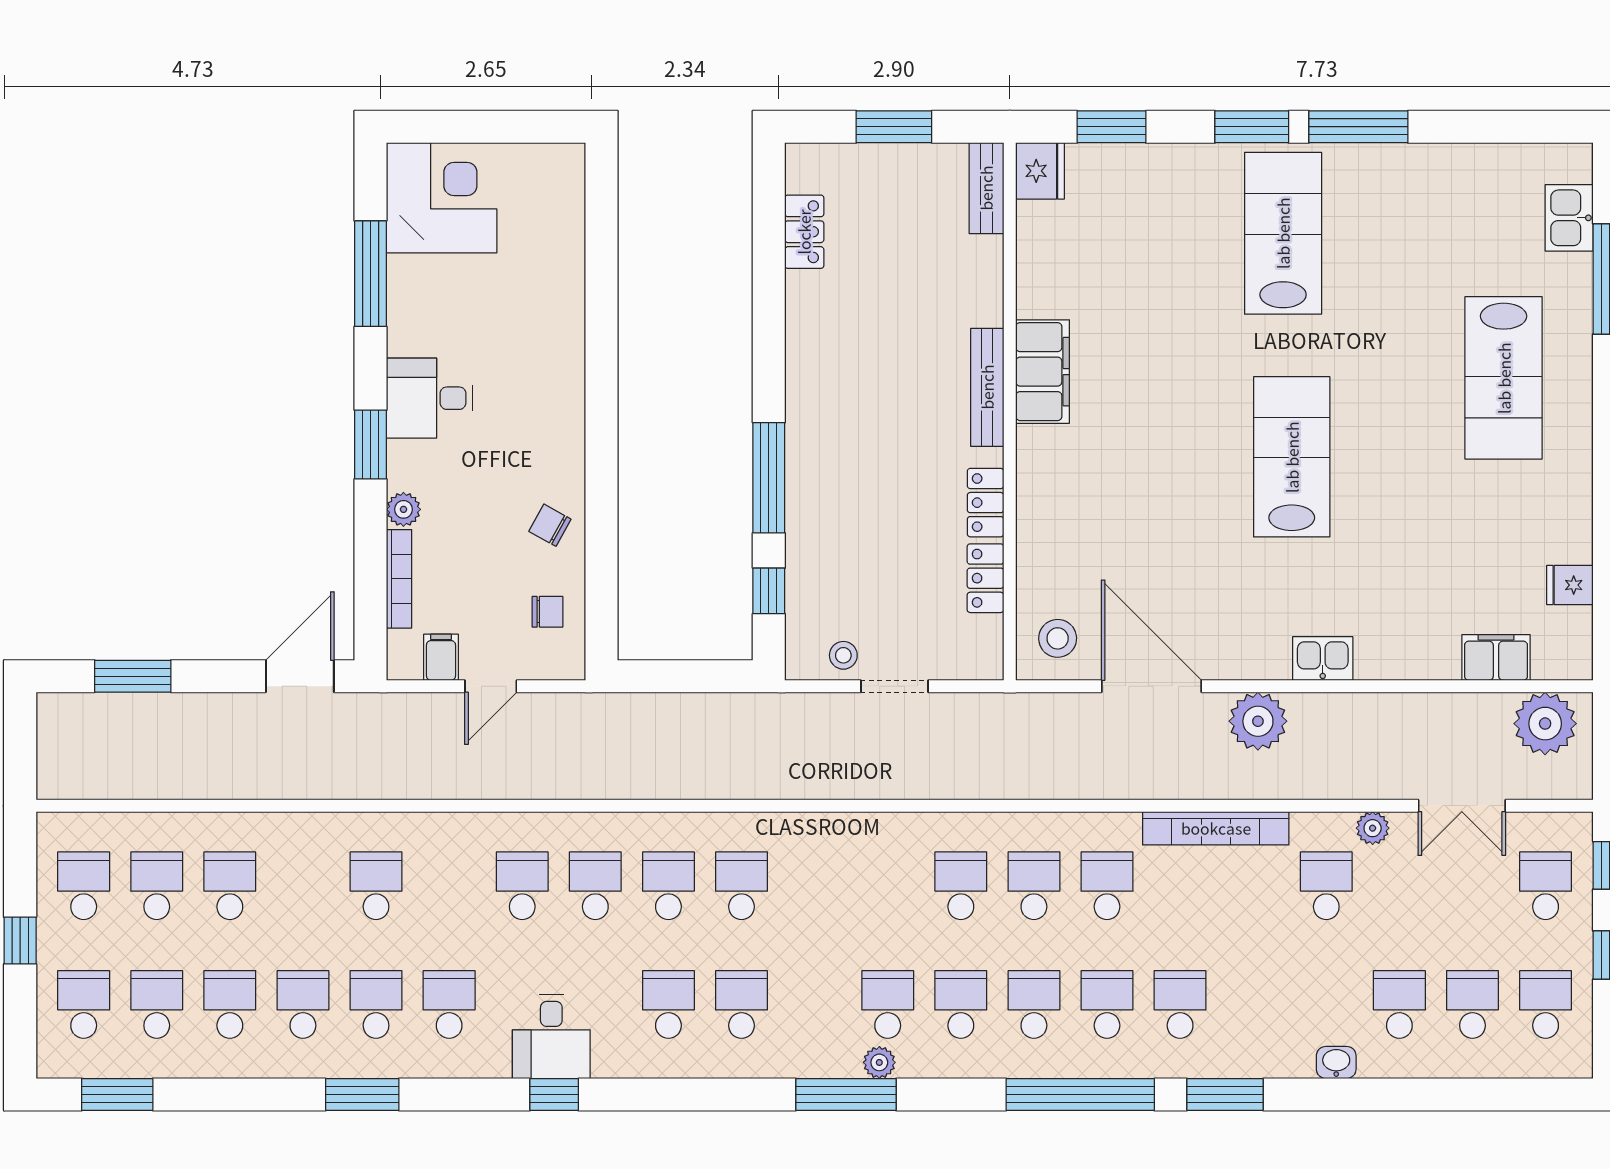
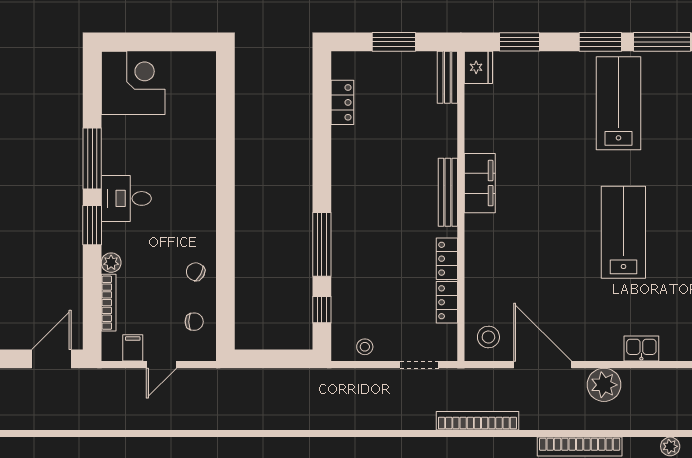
window: (371, 274) -> (92, 159), moved
doorway: (895, 686) -> (419, 365), moved
bookcase: (1039, 784) -> (477, 421), added

